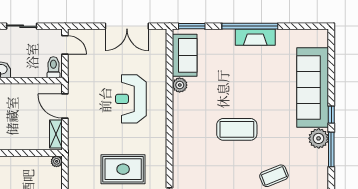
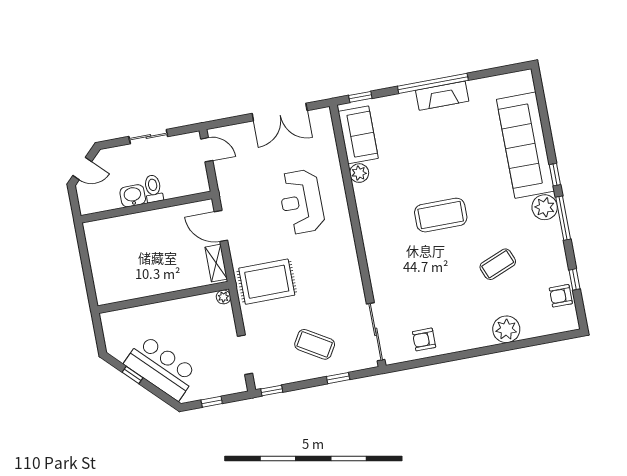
window: (192, 26) -> (360, 97), width x0.67
toilet: (53, 67) -> (153, 189), moved
rug: (123, 169) -> (267, 282), moved

